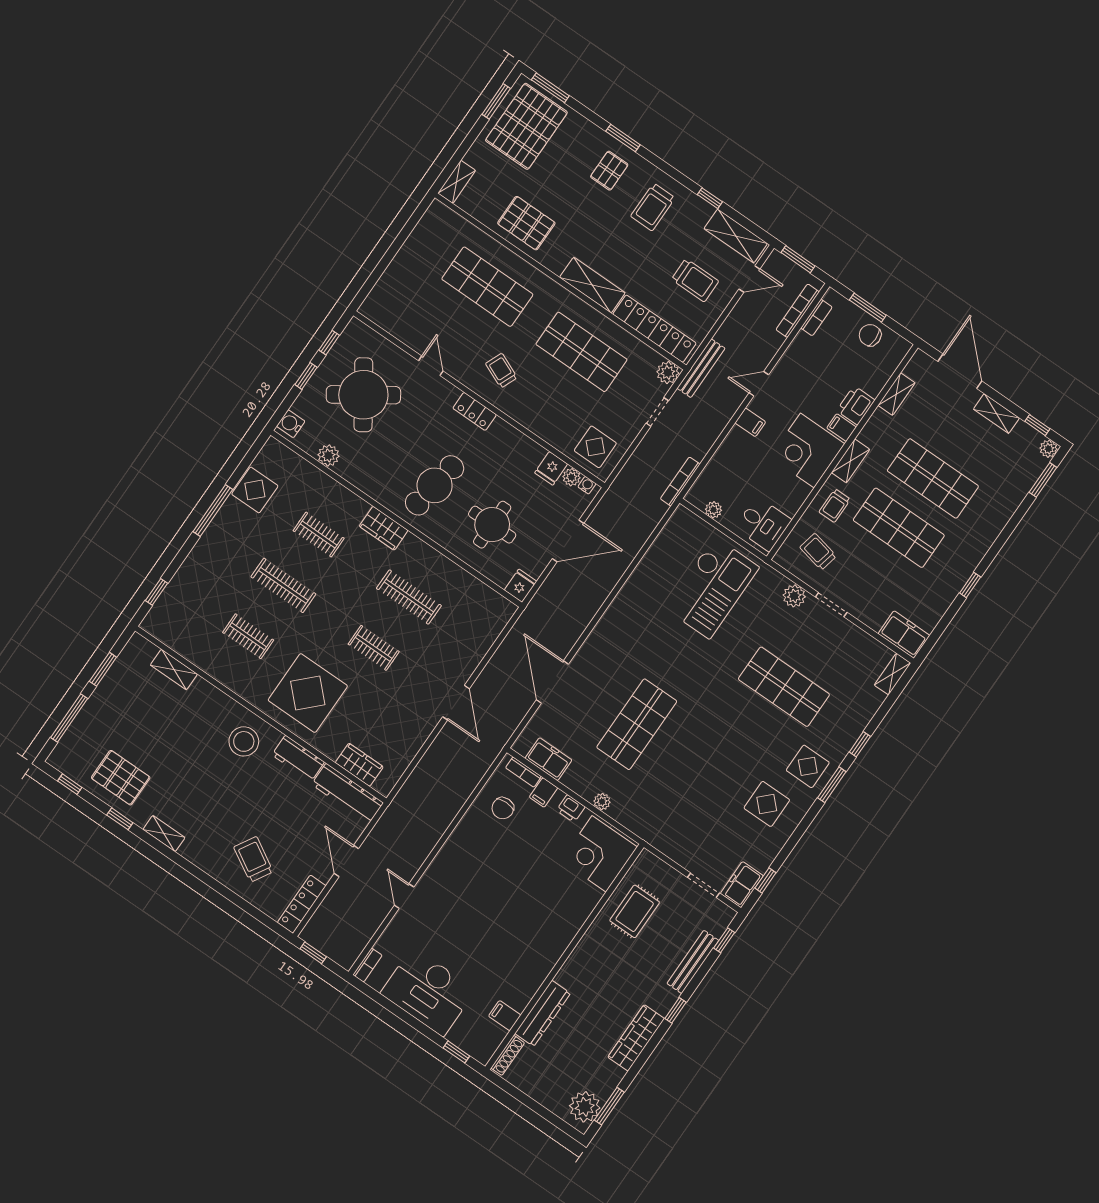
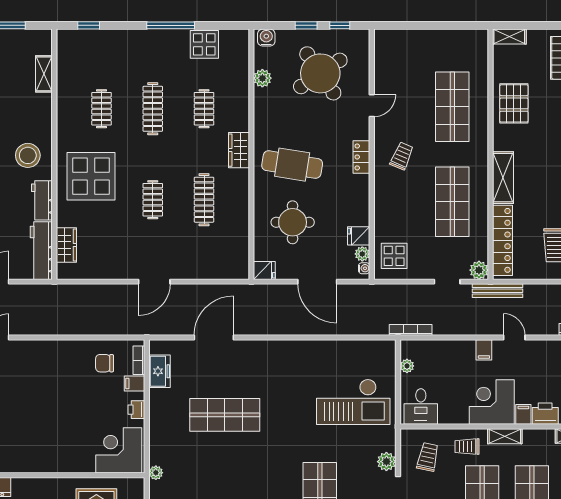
plant: (602, 802) -> (156, 473), moved

